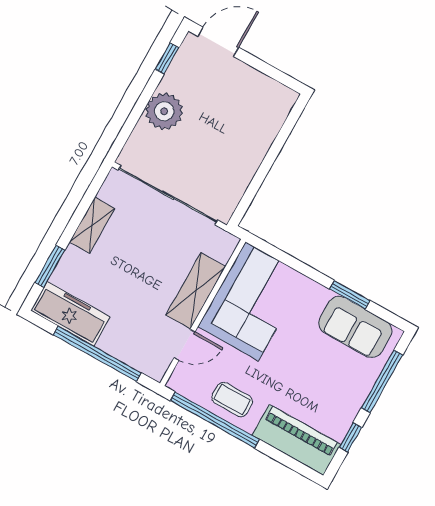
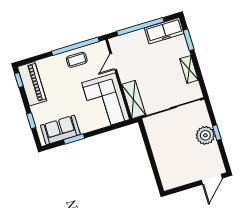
window: (167, 58) -> (217, 133), moved
shelving: (196, 291) -> (134, 100), moved
window: (382, 381) -> (31, 121), width x0.46
window: (351, 437) -> (19, 80), moved
piano: (296, 440) -> (32, 84), moved, turned -90

